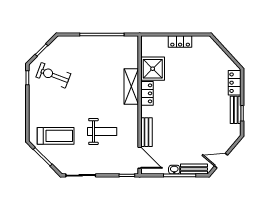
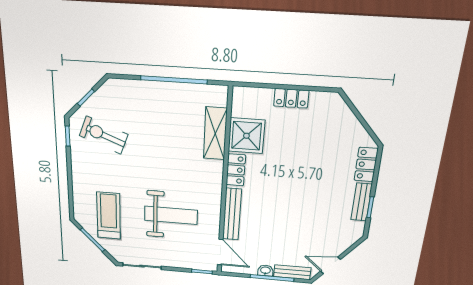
shelving: (131, 87) -> (215, 133), moved
weight bench: (102, 132) -> (171, 215), width x1.36, depth x1.33
bench: (146, 132) -> (232, 214), width x1.36
treadmill: (56, 136) -> (109, 216), turned -90

